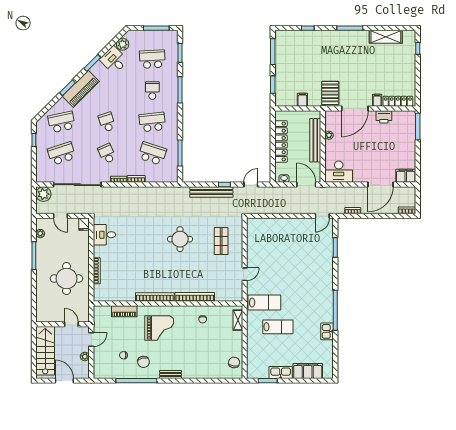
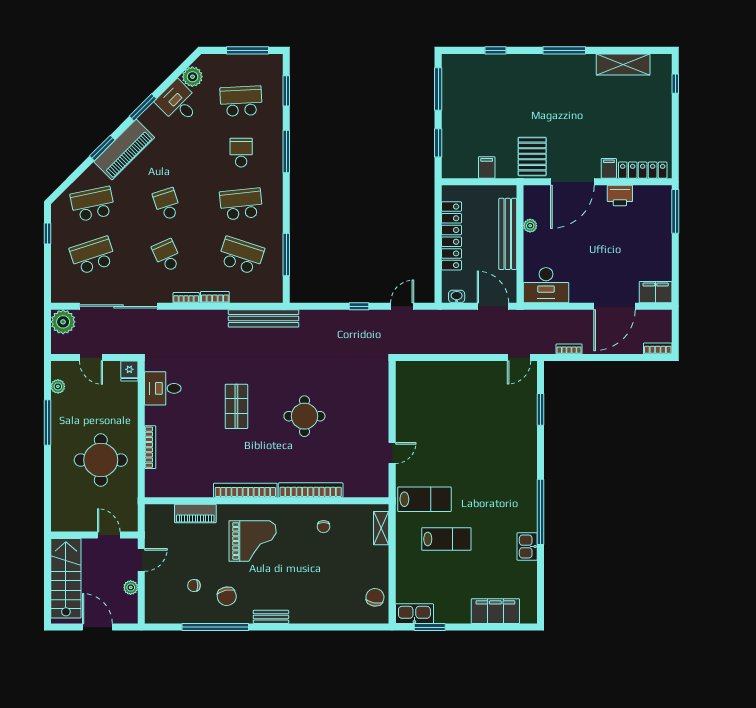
bench: (211, 192) -> (264, 318), moved
round table: (180, 239) -> (304, 416), moved
shop shelf: (221, 241) -> (236, 406), moved
kitchen sink: (281, 372) -> (414, 614), moved

